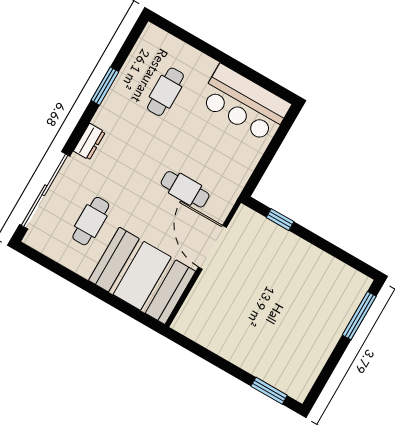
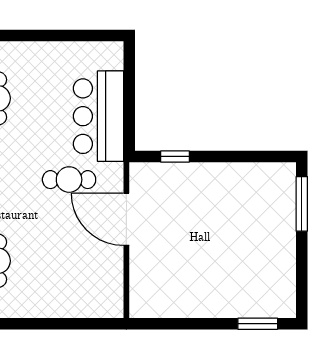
bar counter: (245, 103) -> (98, 116), moved, turned 90
booth: (142, 276) -> (76, 284), removed

